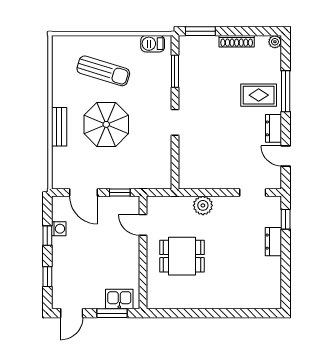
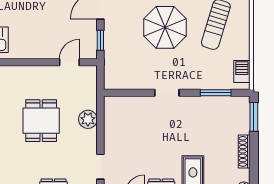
dining table: (182, 256) -> (41, 121), moved

